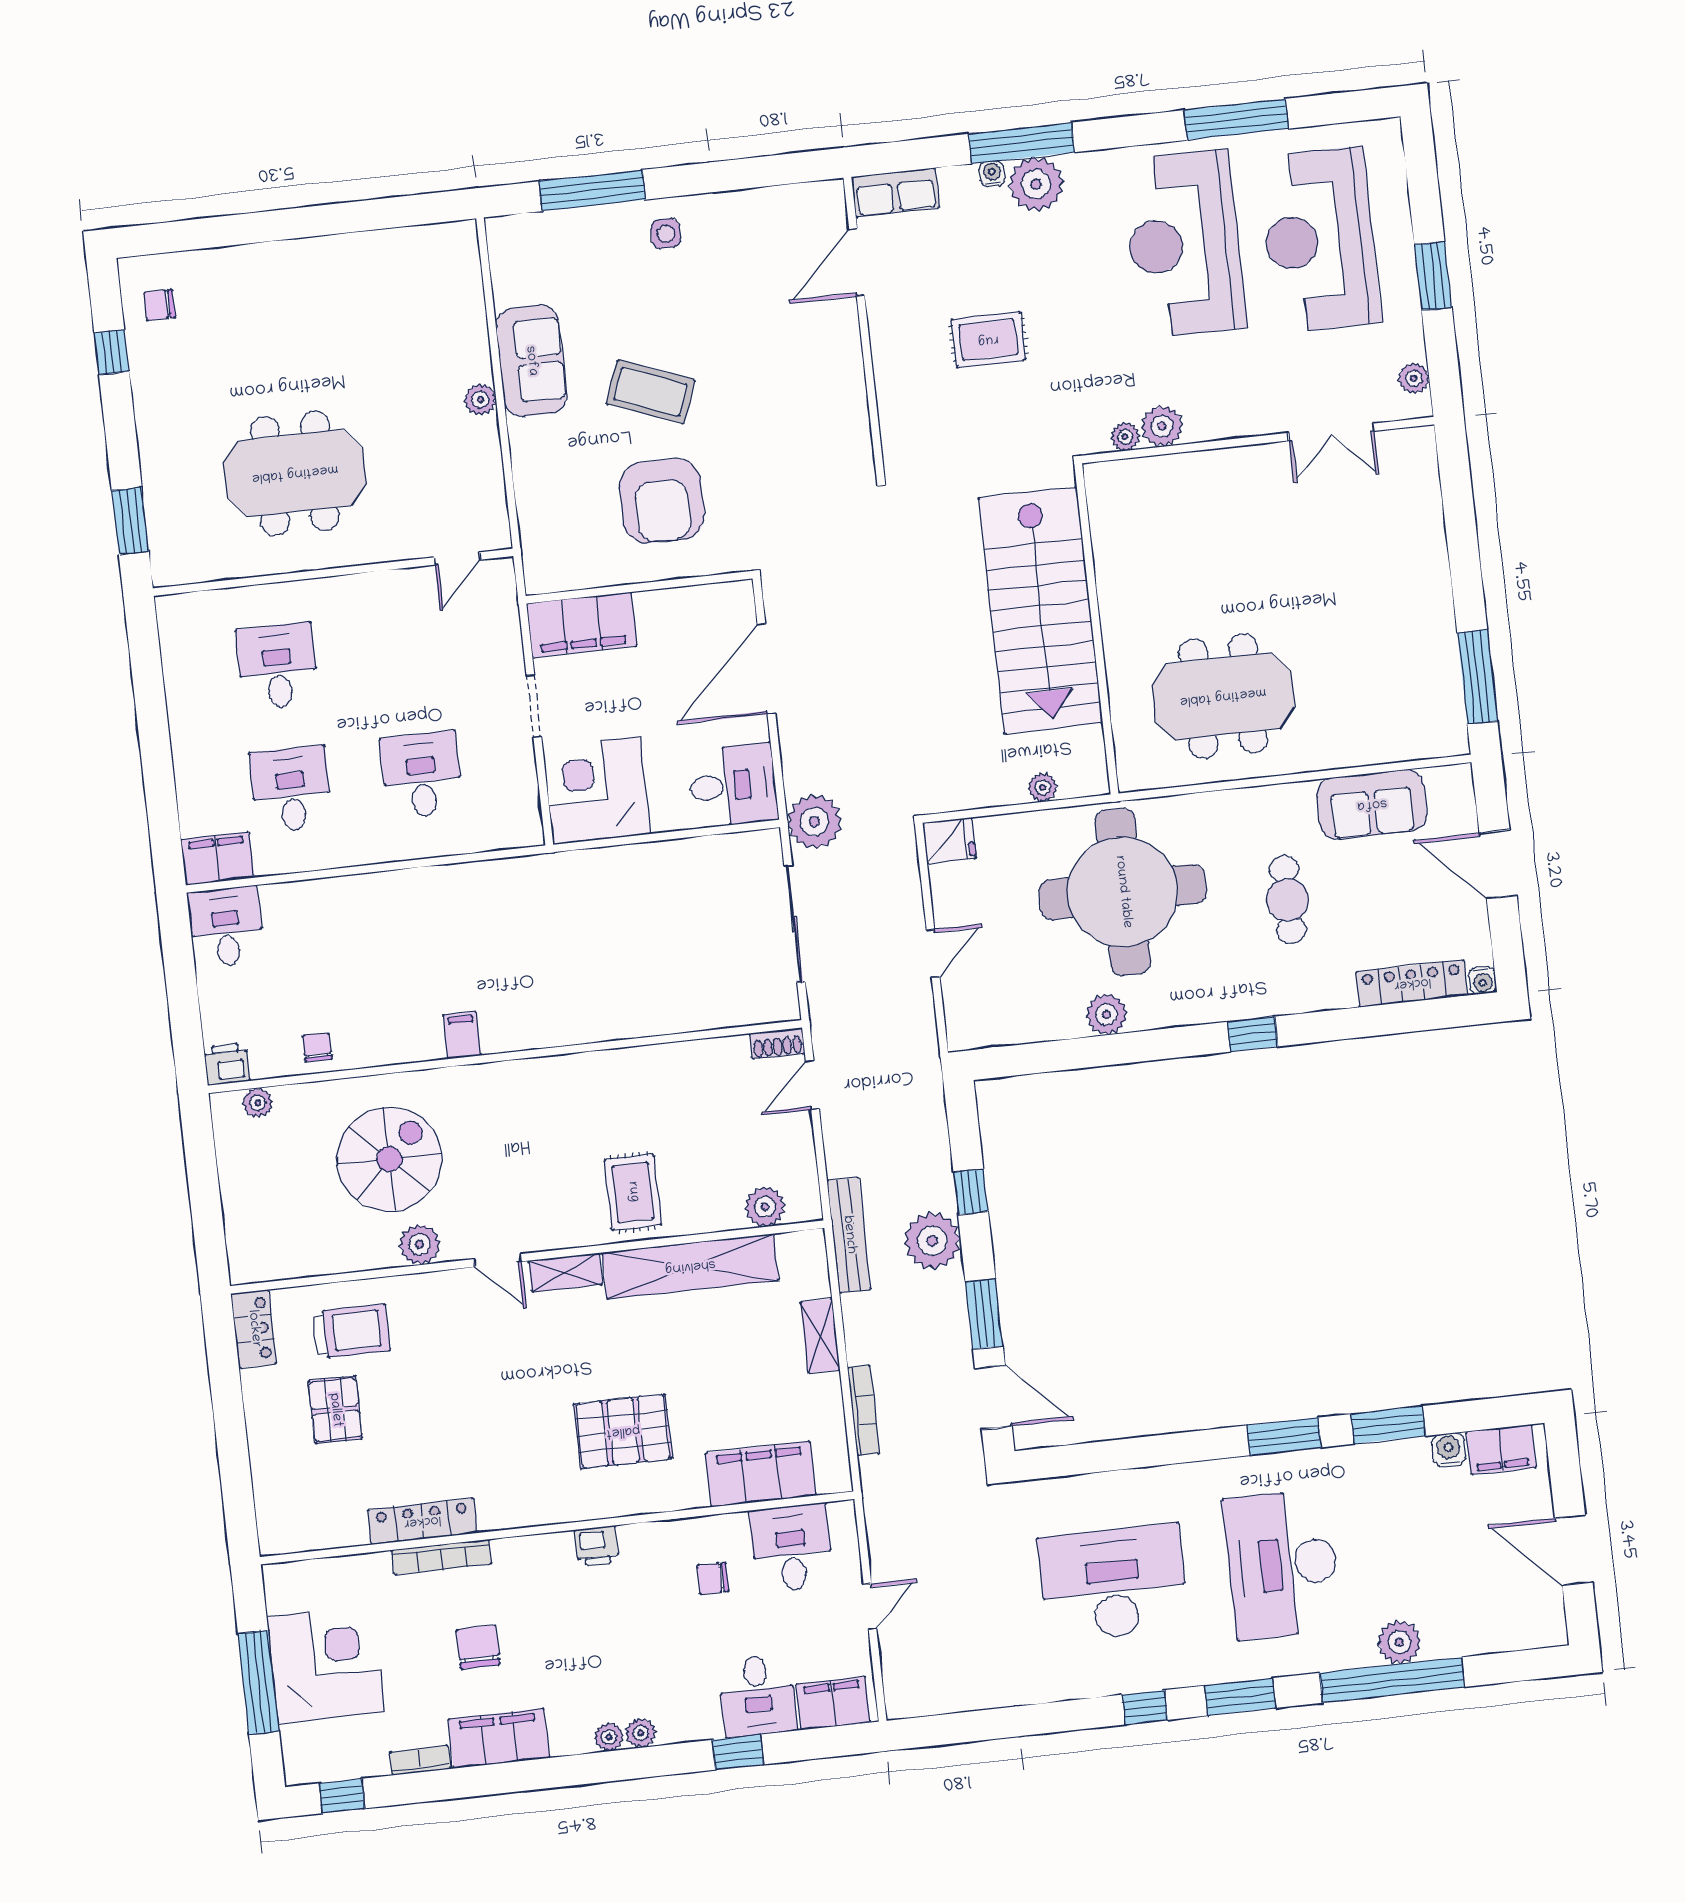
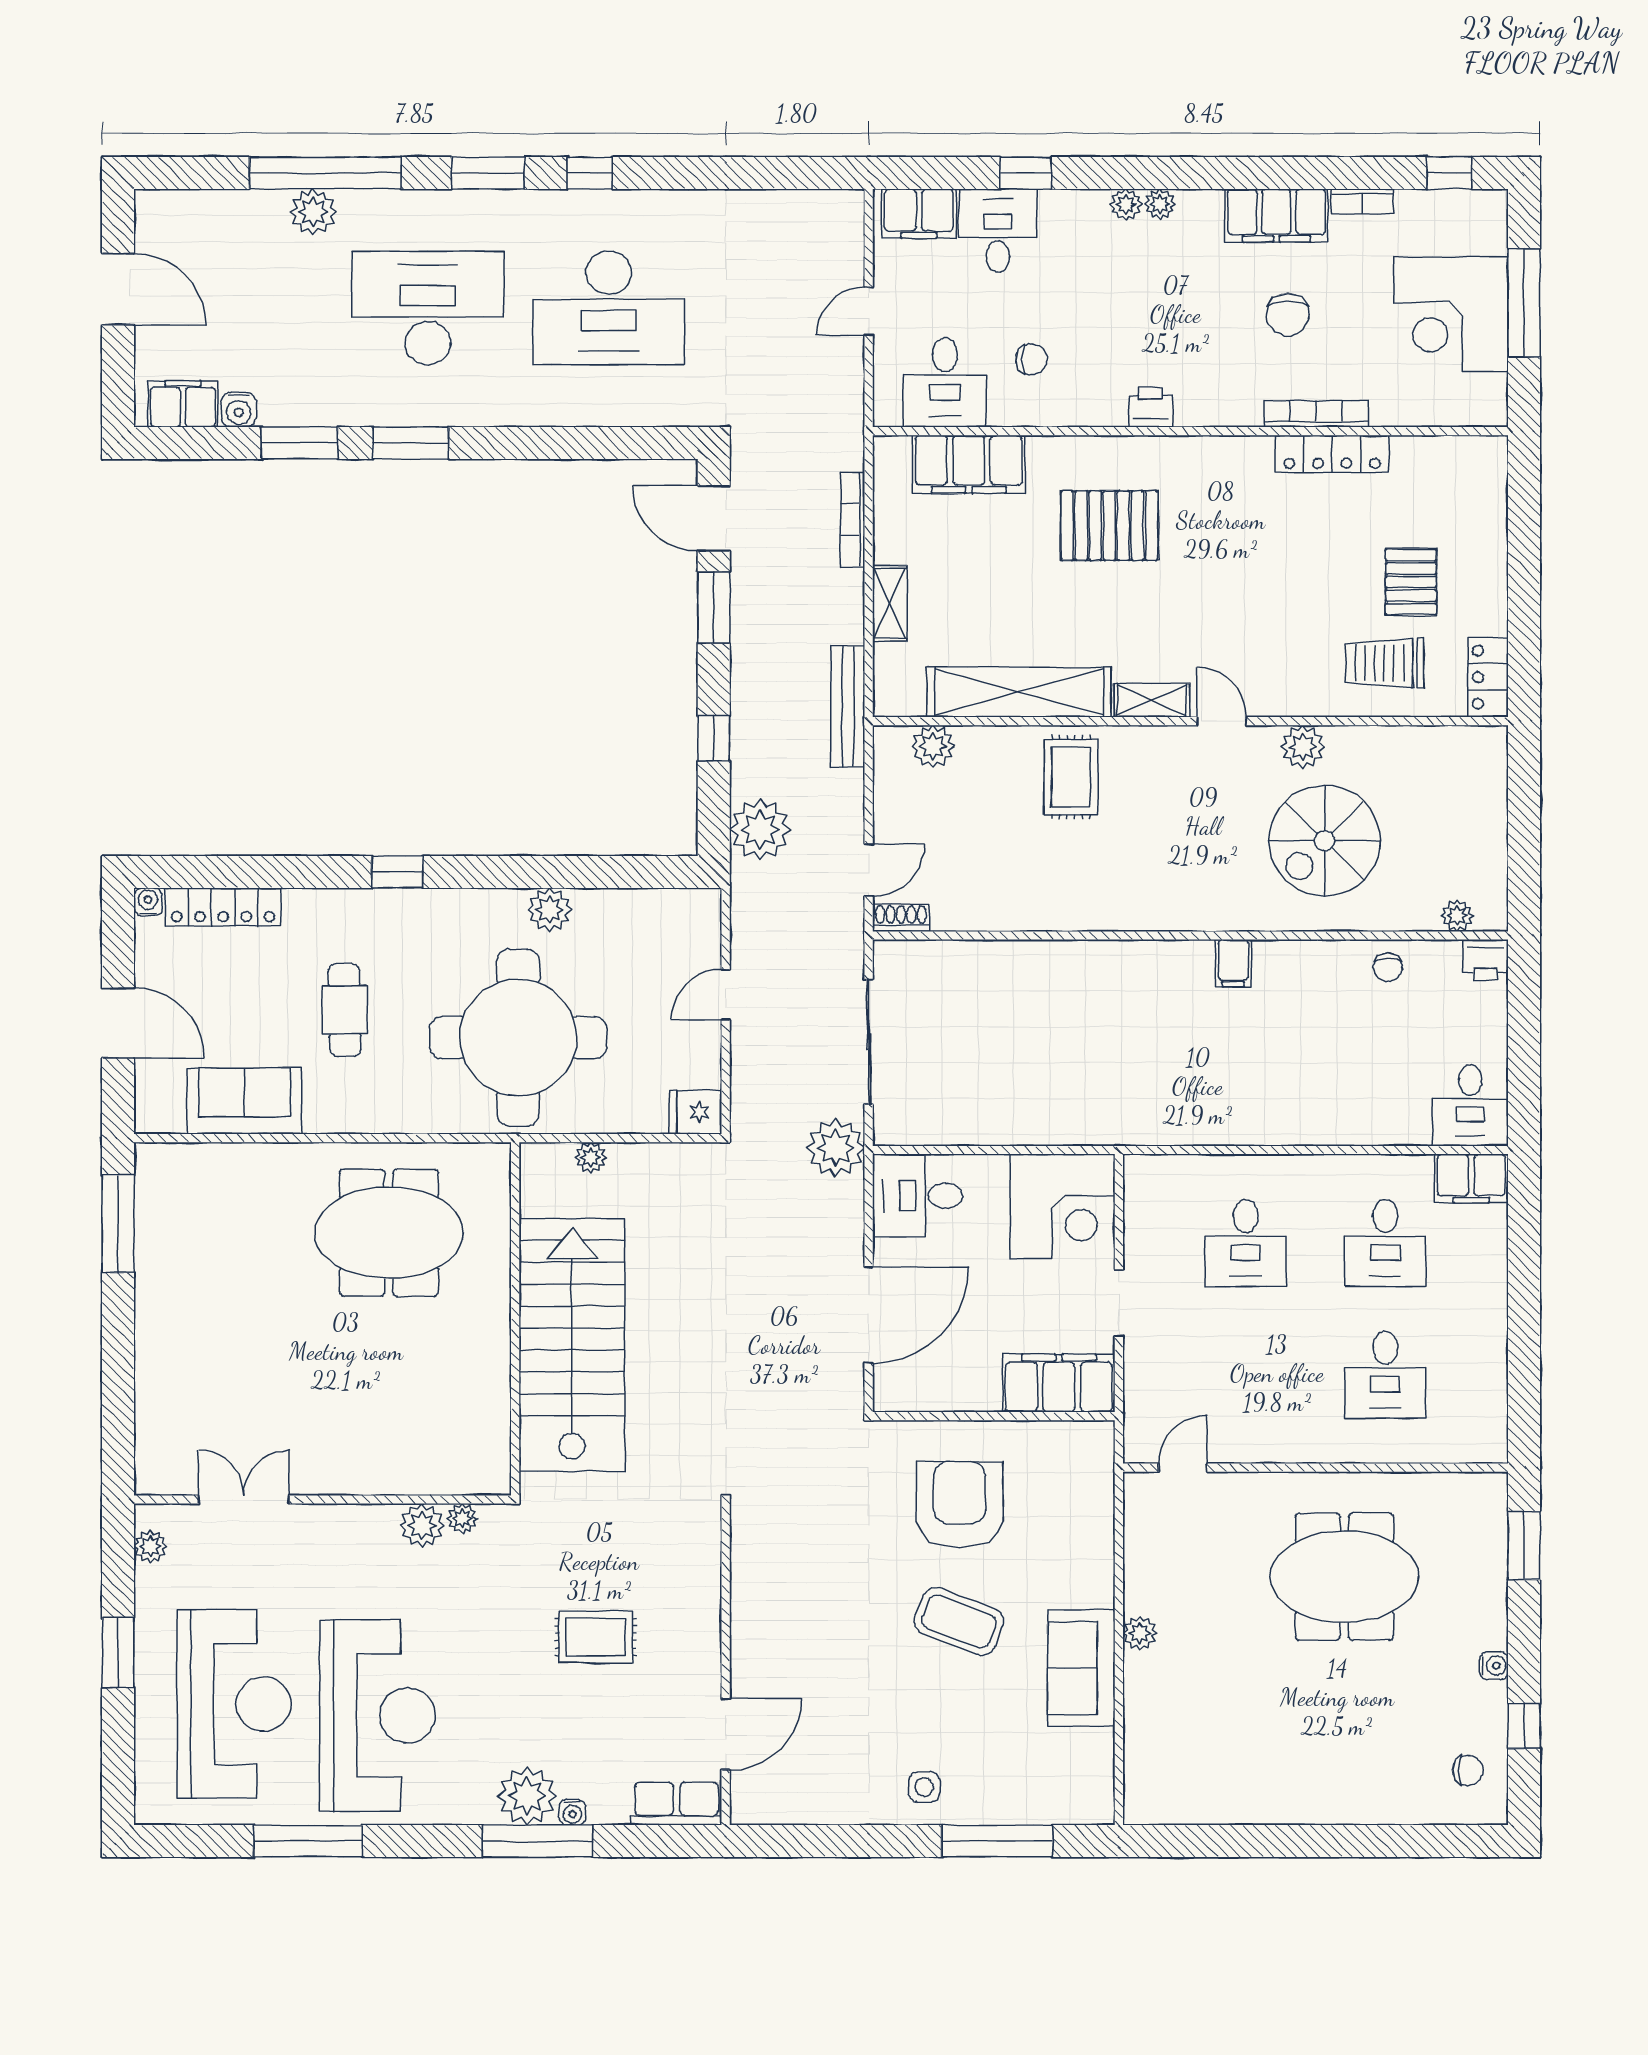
water cooler: (146, 406) -> (1494, 1666), added
plant: (932, 1241) -> (760, 829), moved
desk: (1282, 1564) -> (428, 308), turned -90

